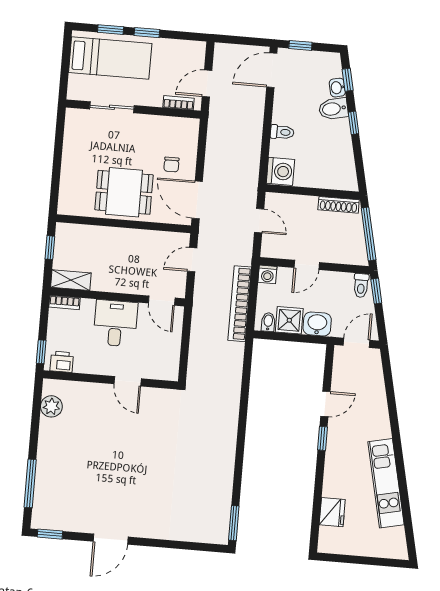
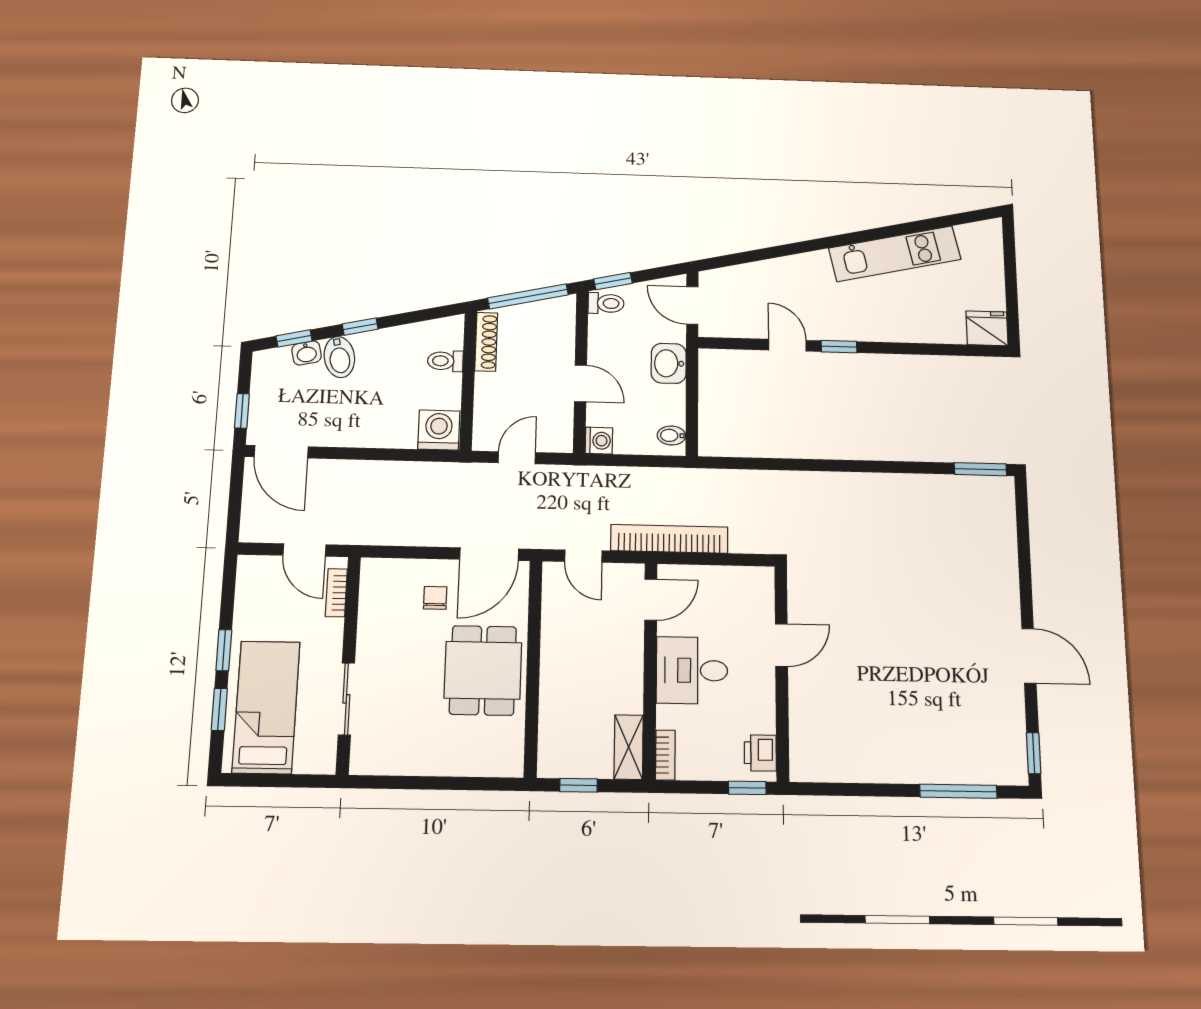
toilet: (282, 132) -> (445, 361), moved, turned -90
chair: (171, 165) -> (435, 598), turned -90
bookcase: (240, 304) -> (669, 539), moved, turned 180
shower: (289, 320) -> (666, 404), removed
plant: (51, 406) -> (833, 765), removed
fridge: (332, 512) -> (987, 328), moved

